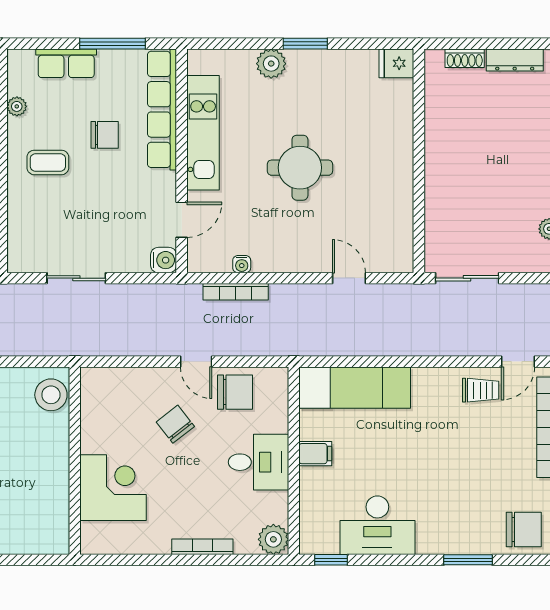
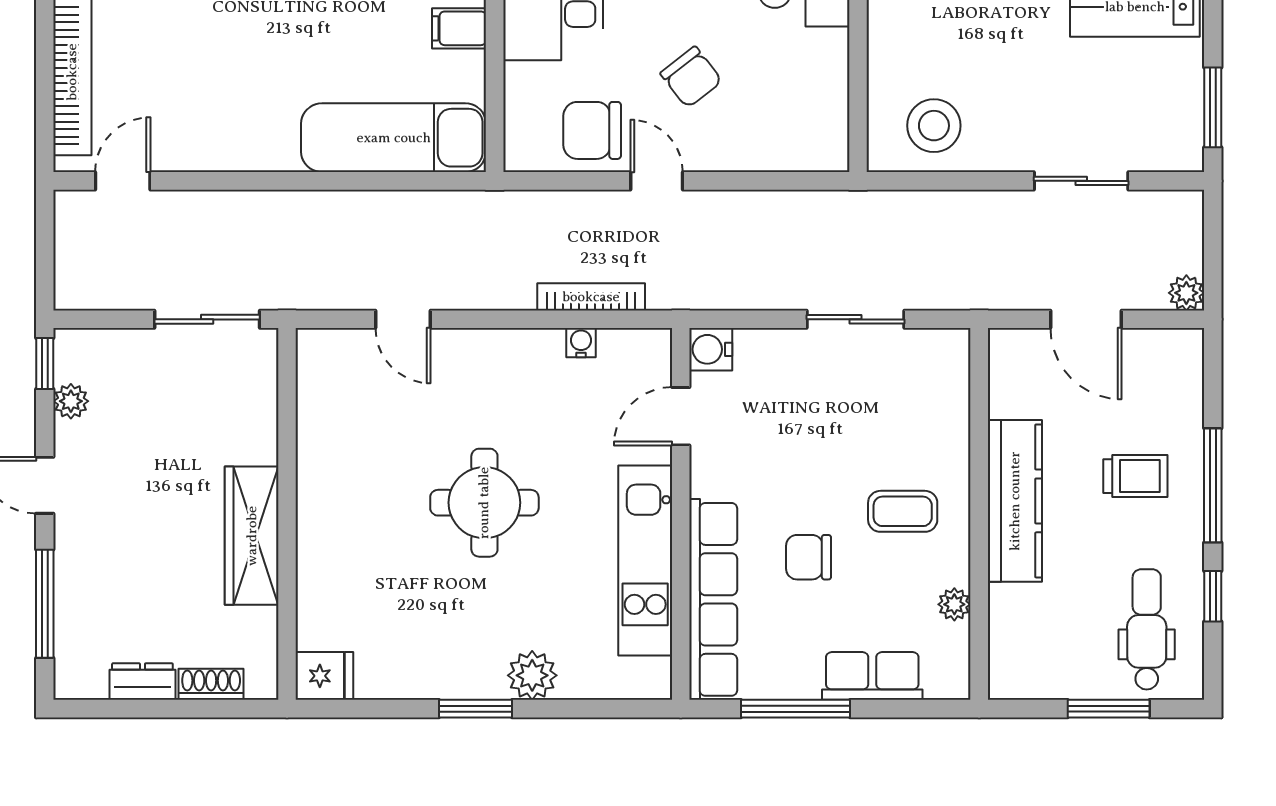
dresser: (515, 60) -> (142, 682), width x0.70
wardrobe: (440, 148) -> (252, 536), added
trolley: (481, 390) -> (185, 134), removed
stool: (51, 395) -> (934, 126), moved

